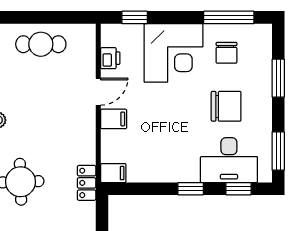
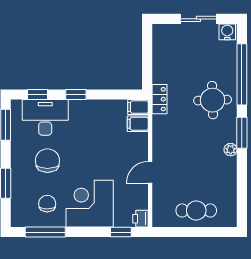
printer: (110, 58) -> (140, 219), moved
chair: (226, 106) -> (47, 161), turned 90
filing cabinet: (114, 119) -> (138, 124), moved

